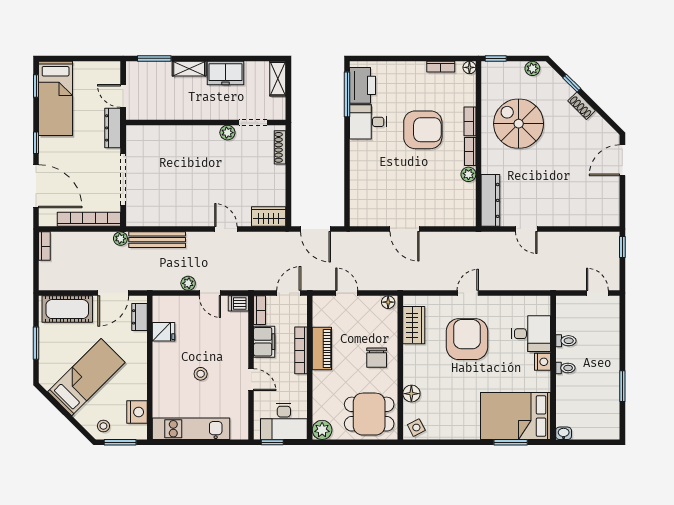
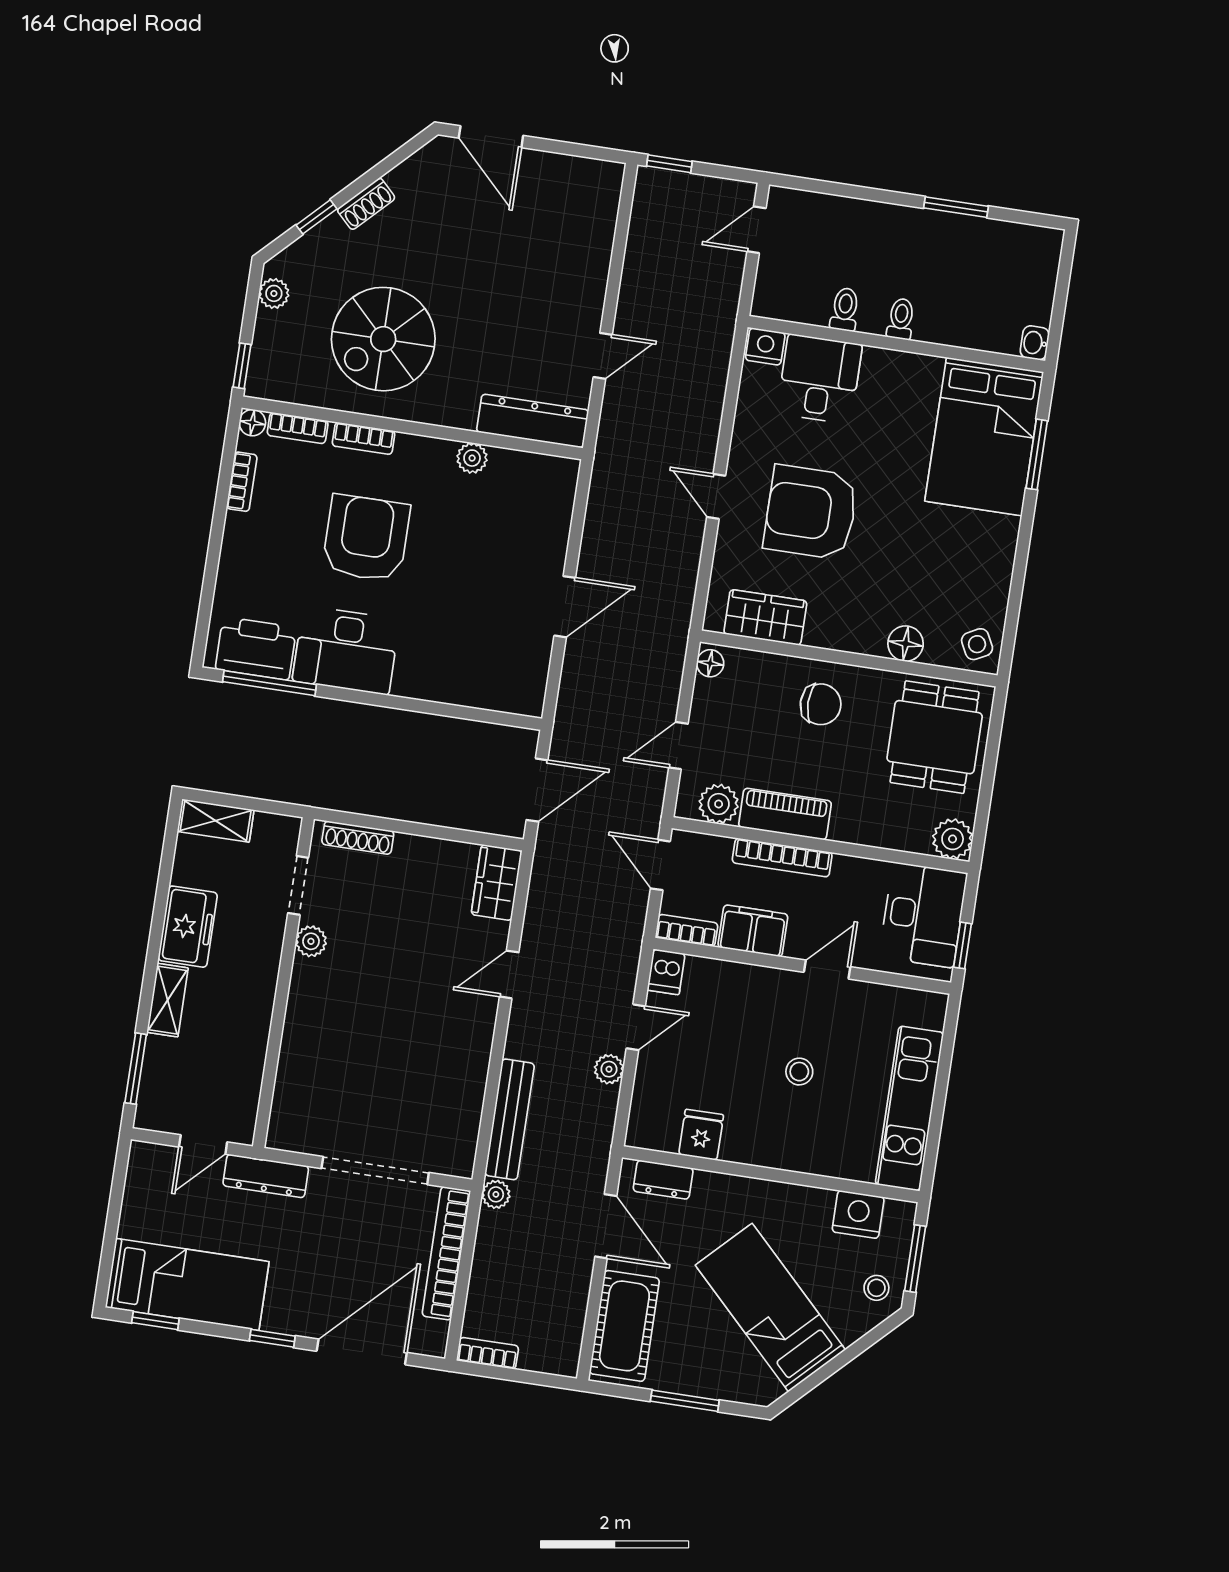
desk: (368, 122) -> (346, 650), width x1.37
bookcase: (470, 151) -> (298, 428), moved
plant: (322, 316) -> (719, 804), added
nightstand: (543, 362) -> (765, 346), moved

